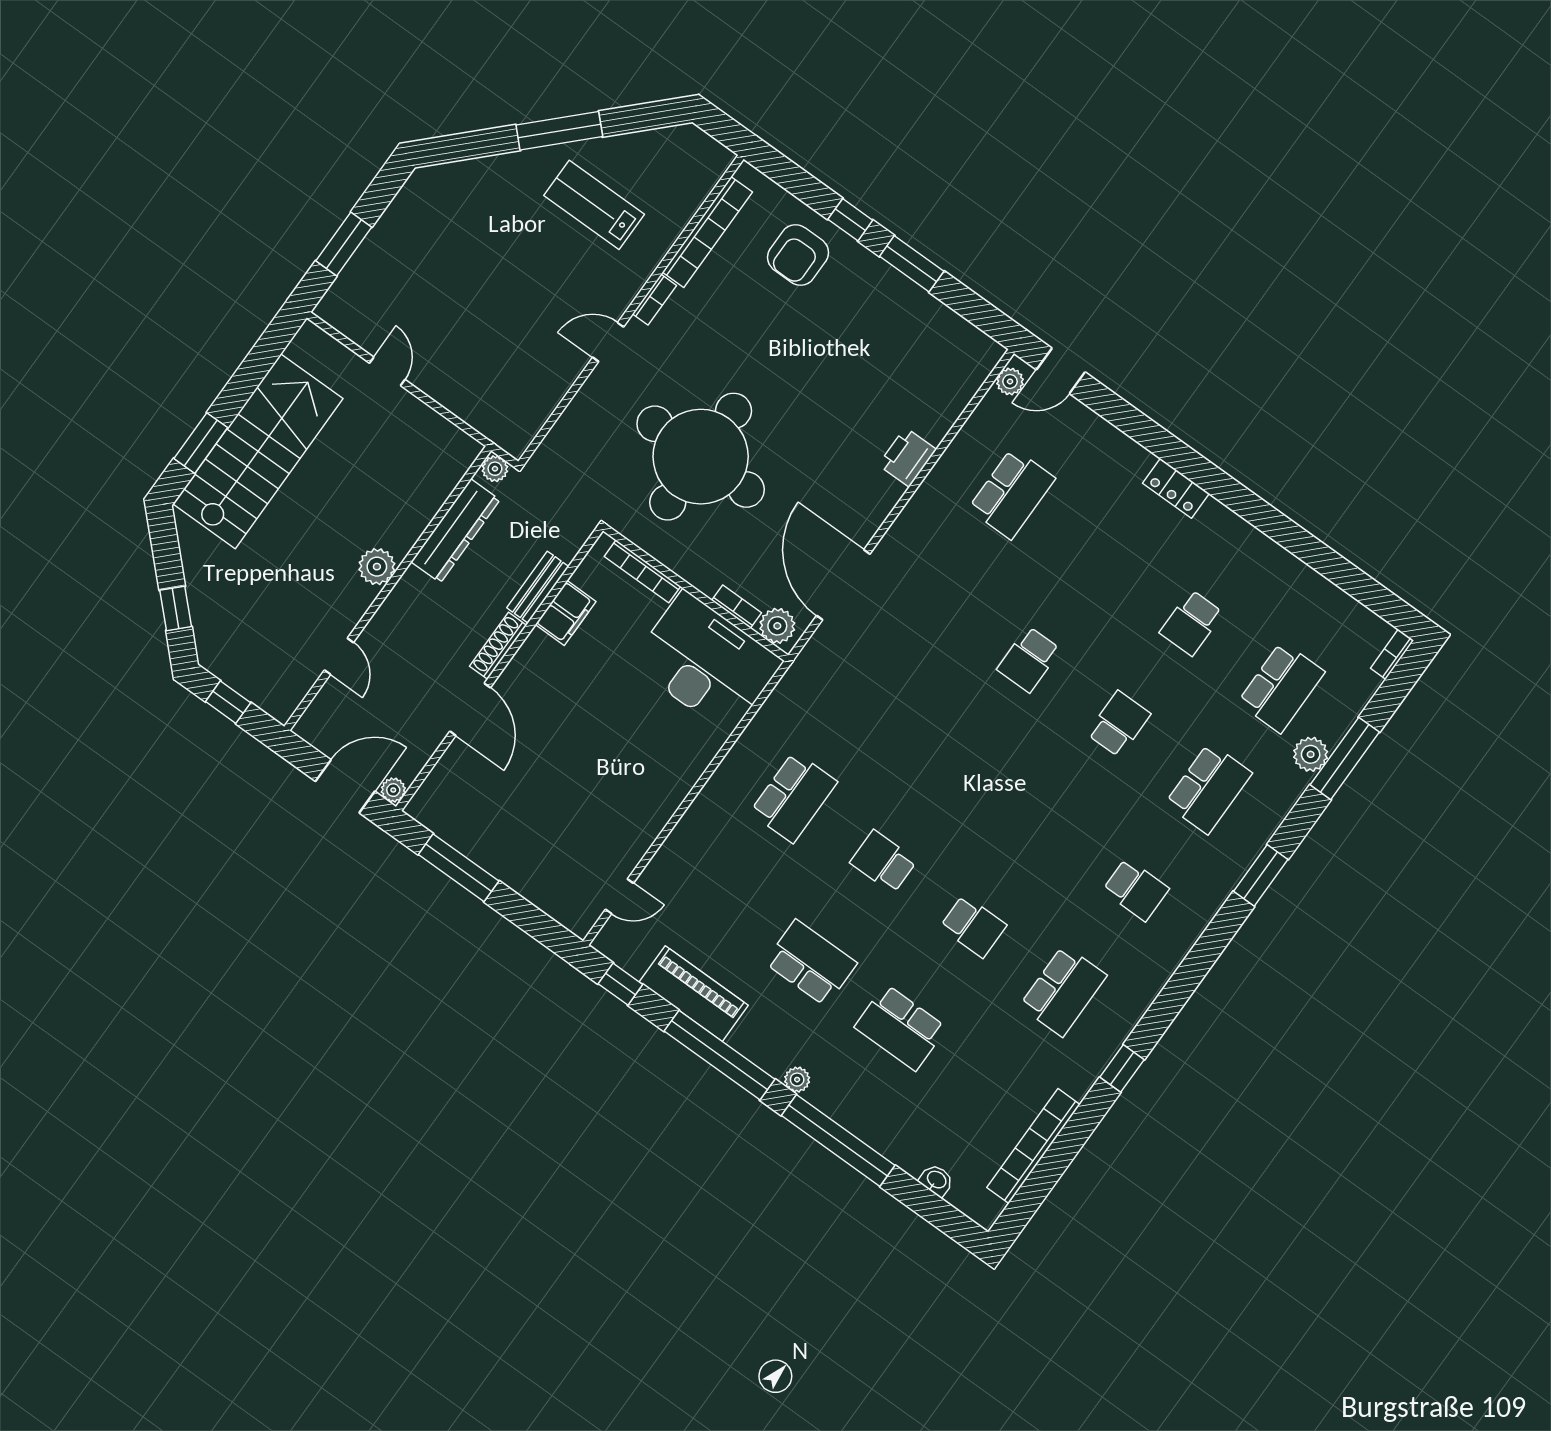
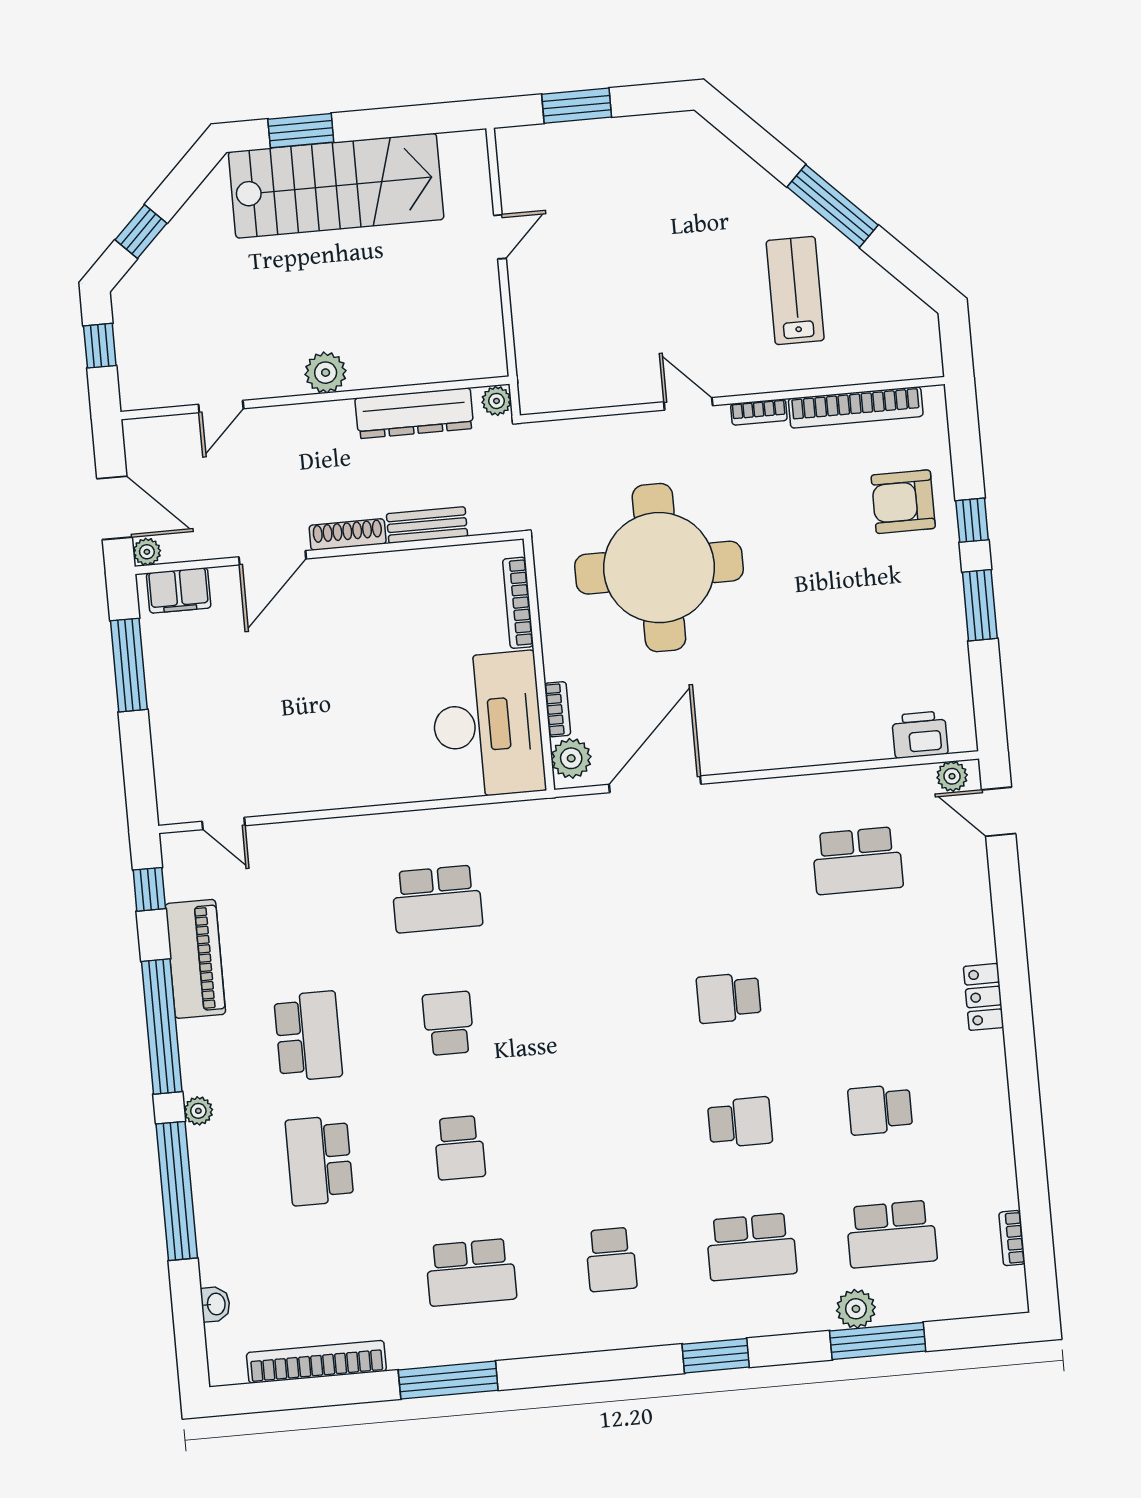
printer: (907, 457) -> (920, 735), moved
filing cabinet: (566, 613) -> (179, 590), moved
bookcase: (1392, 654) -> (1012, 1238), moved, turned -90
window: (1122, 1068) -> (448, 1380), width x2.17

